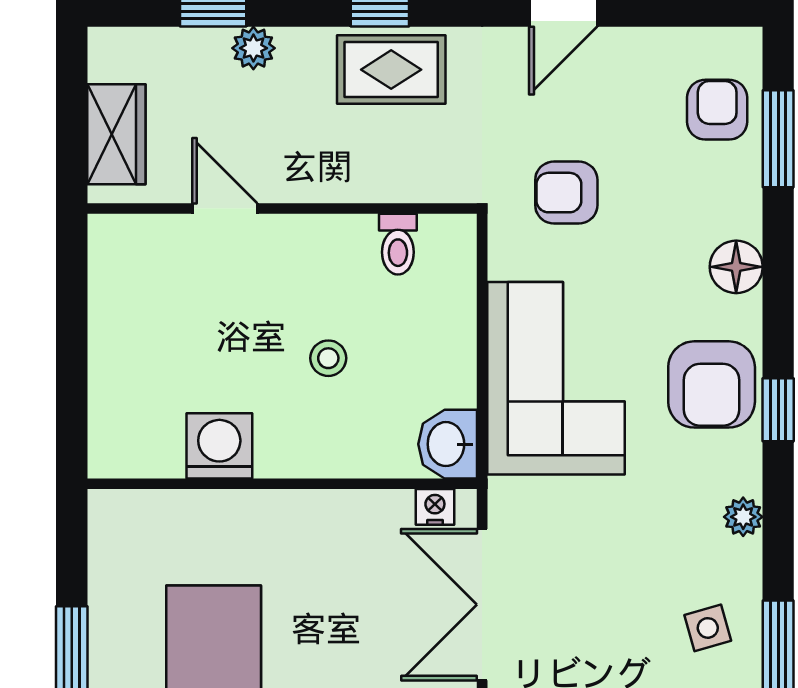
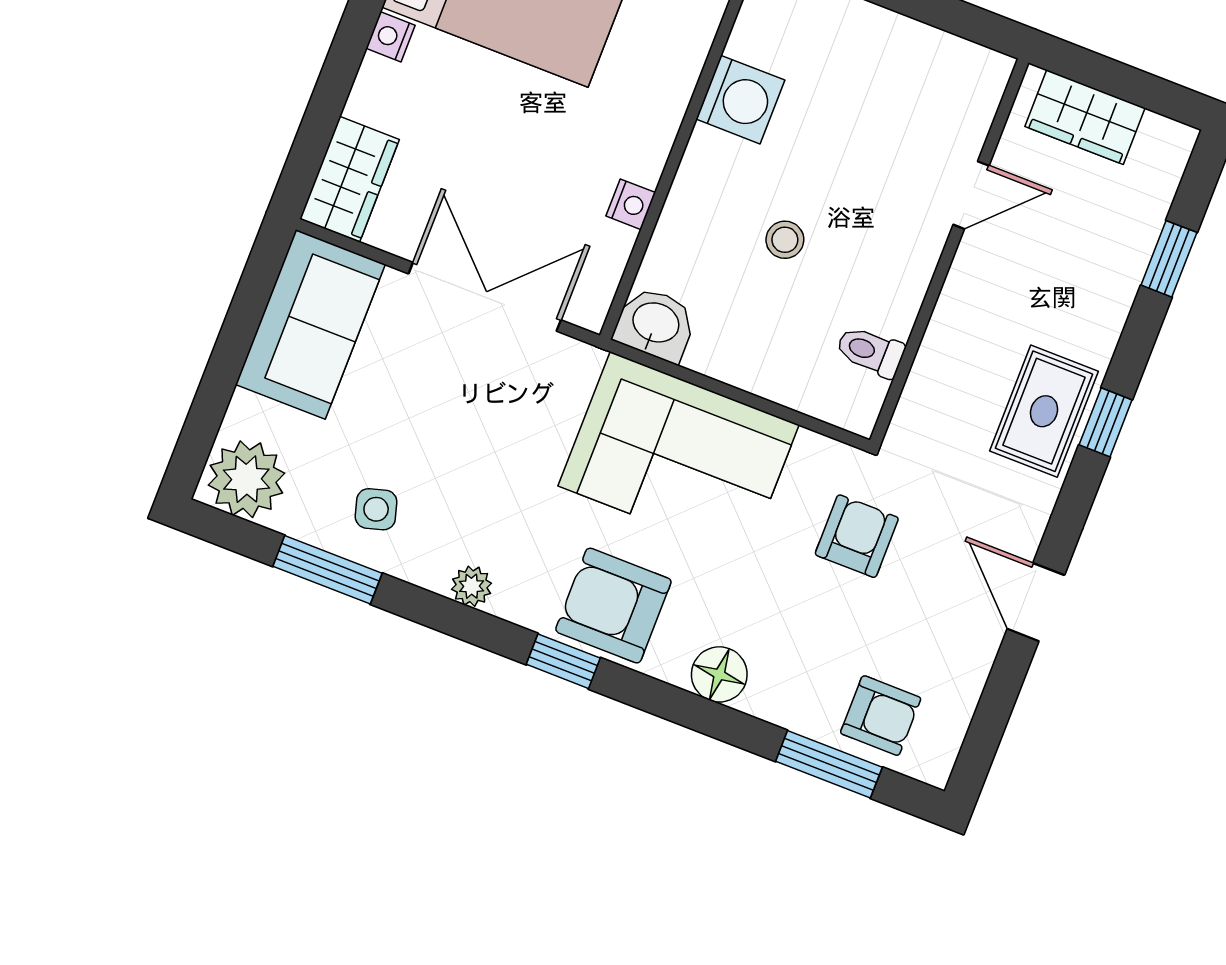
plant: (253, 48) -> (1117, 284), removed
nightstand: (435, 507) -> (631, 204), moved

